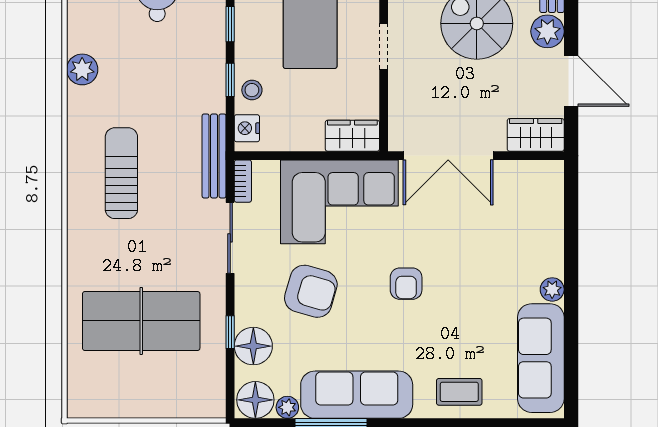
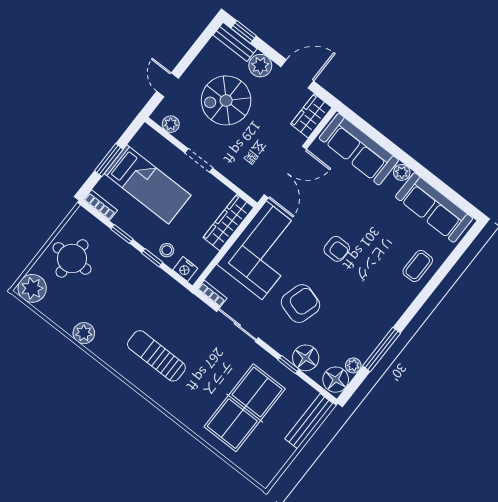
wardrobe: (352, 136) -> (228, 222), width x1.50
bench: (214, 156) -> (309, 421), moved, turned 90
sofa: (357, 395) -> (359, 149), moved, turned -90

